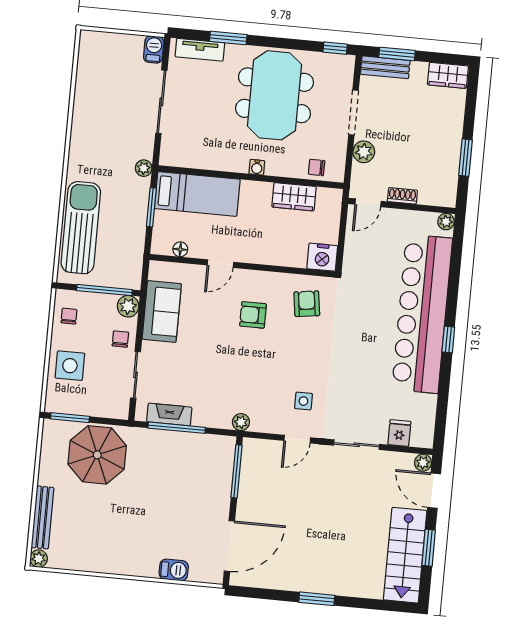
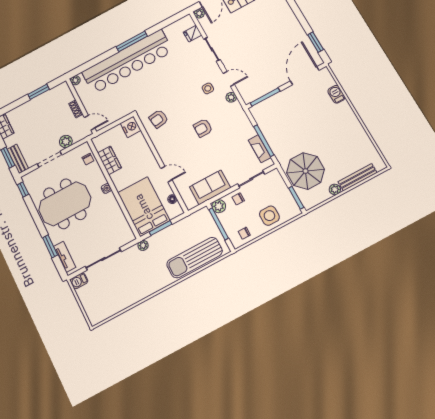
bed: (197, 194) -> (144, 207), width x1.50
armchair: (253, 315) -> (203, 128), moved, turned 90
window: (448, 339) -> (132, 41), width x2.17
plant: (241, 422) -> (231, 97), moved
door: (229, 546) -> (305, 76), hinge flipped
plant: (39, 559) -> (335, 189), moved
window: (317, 599) -> (316, 42), moved

